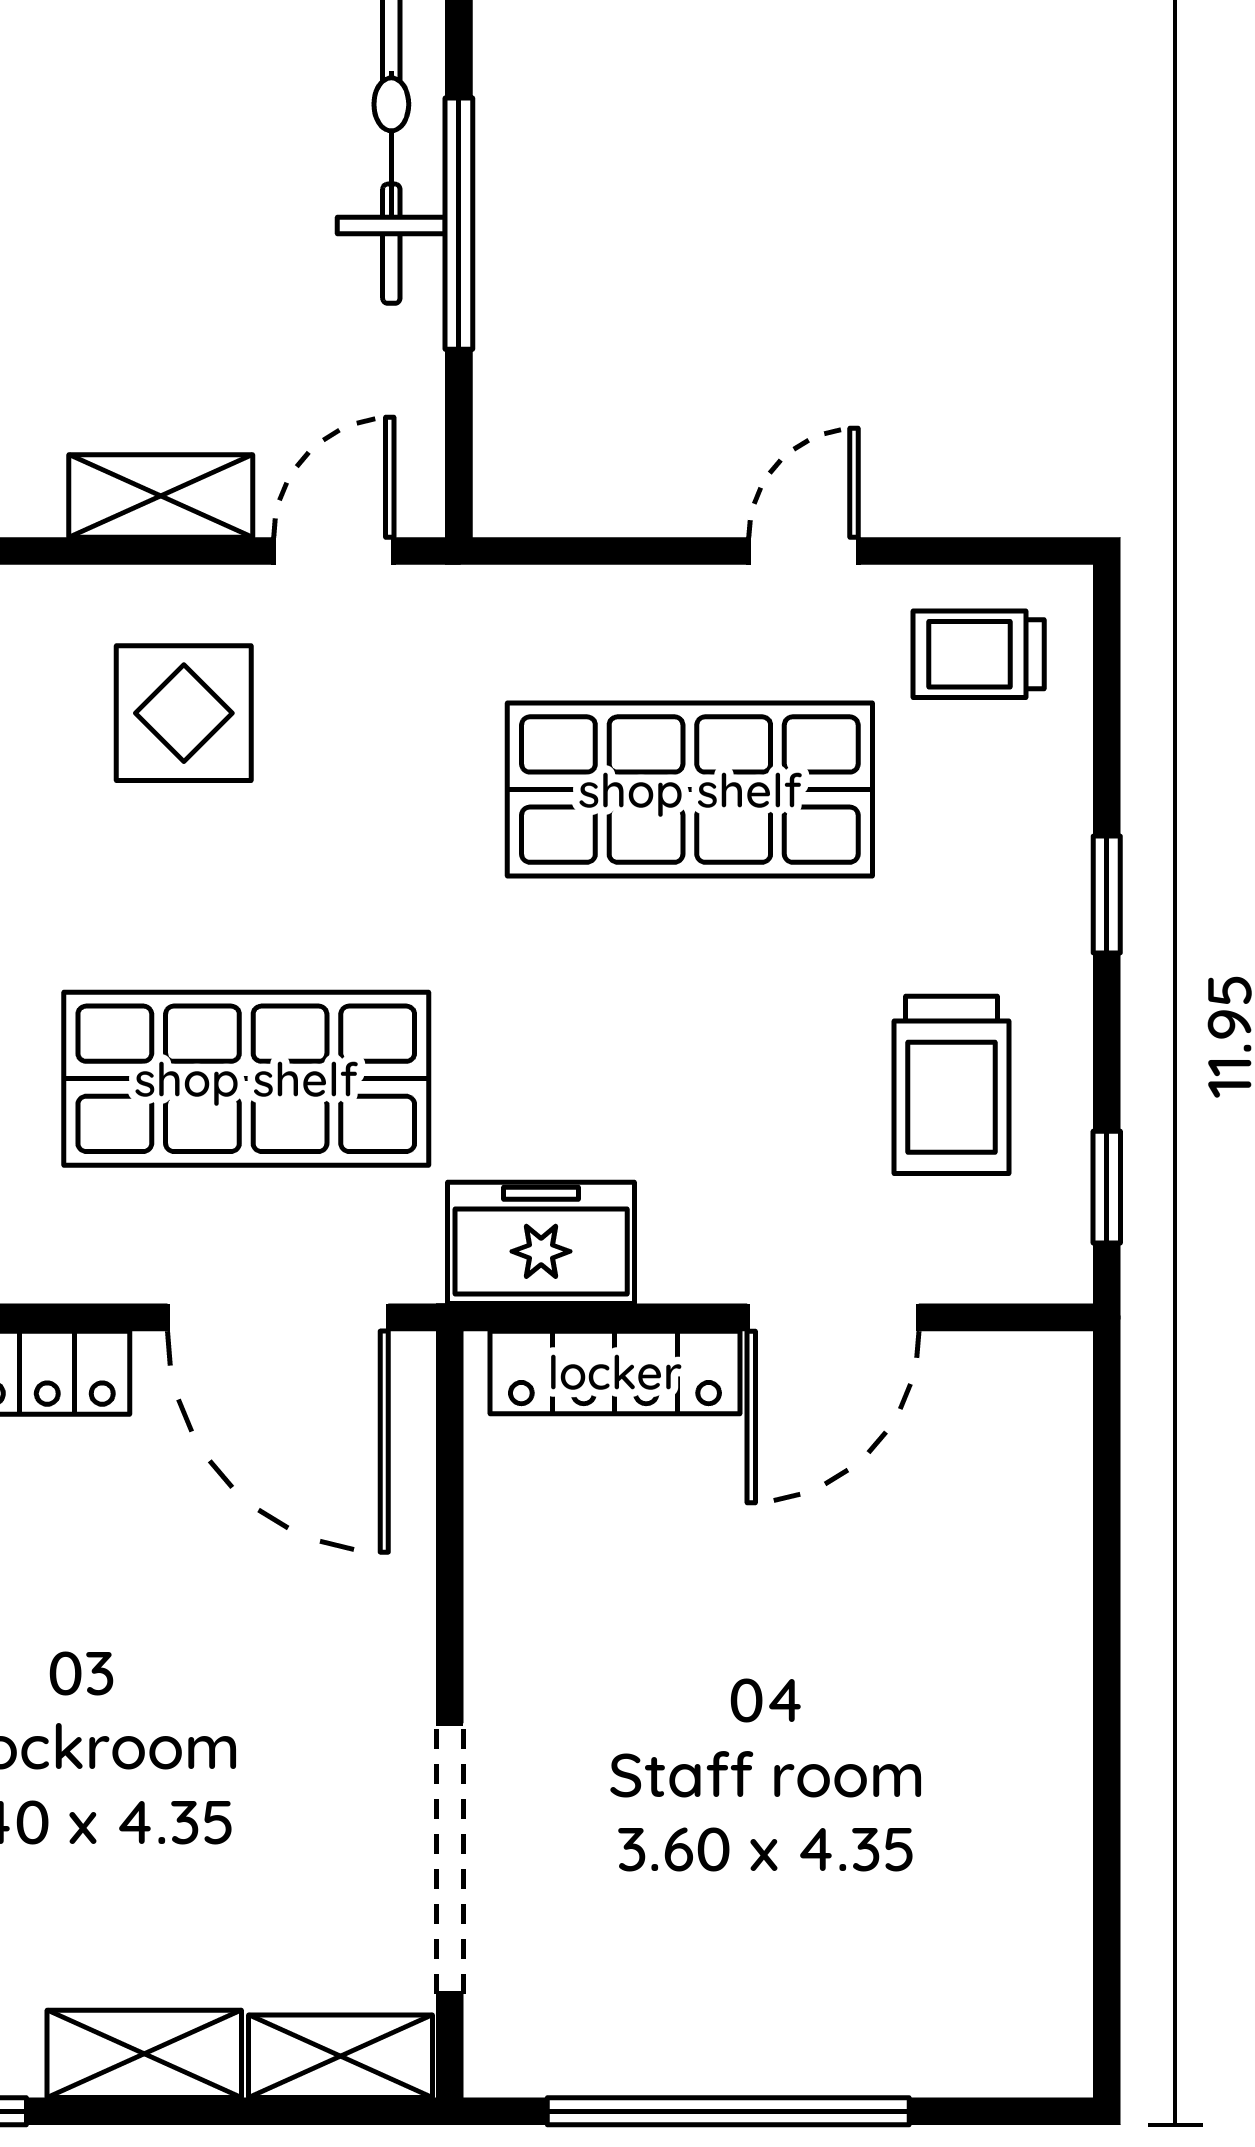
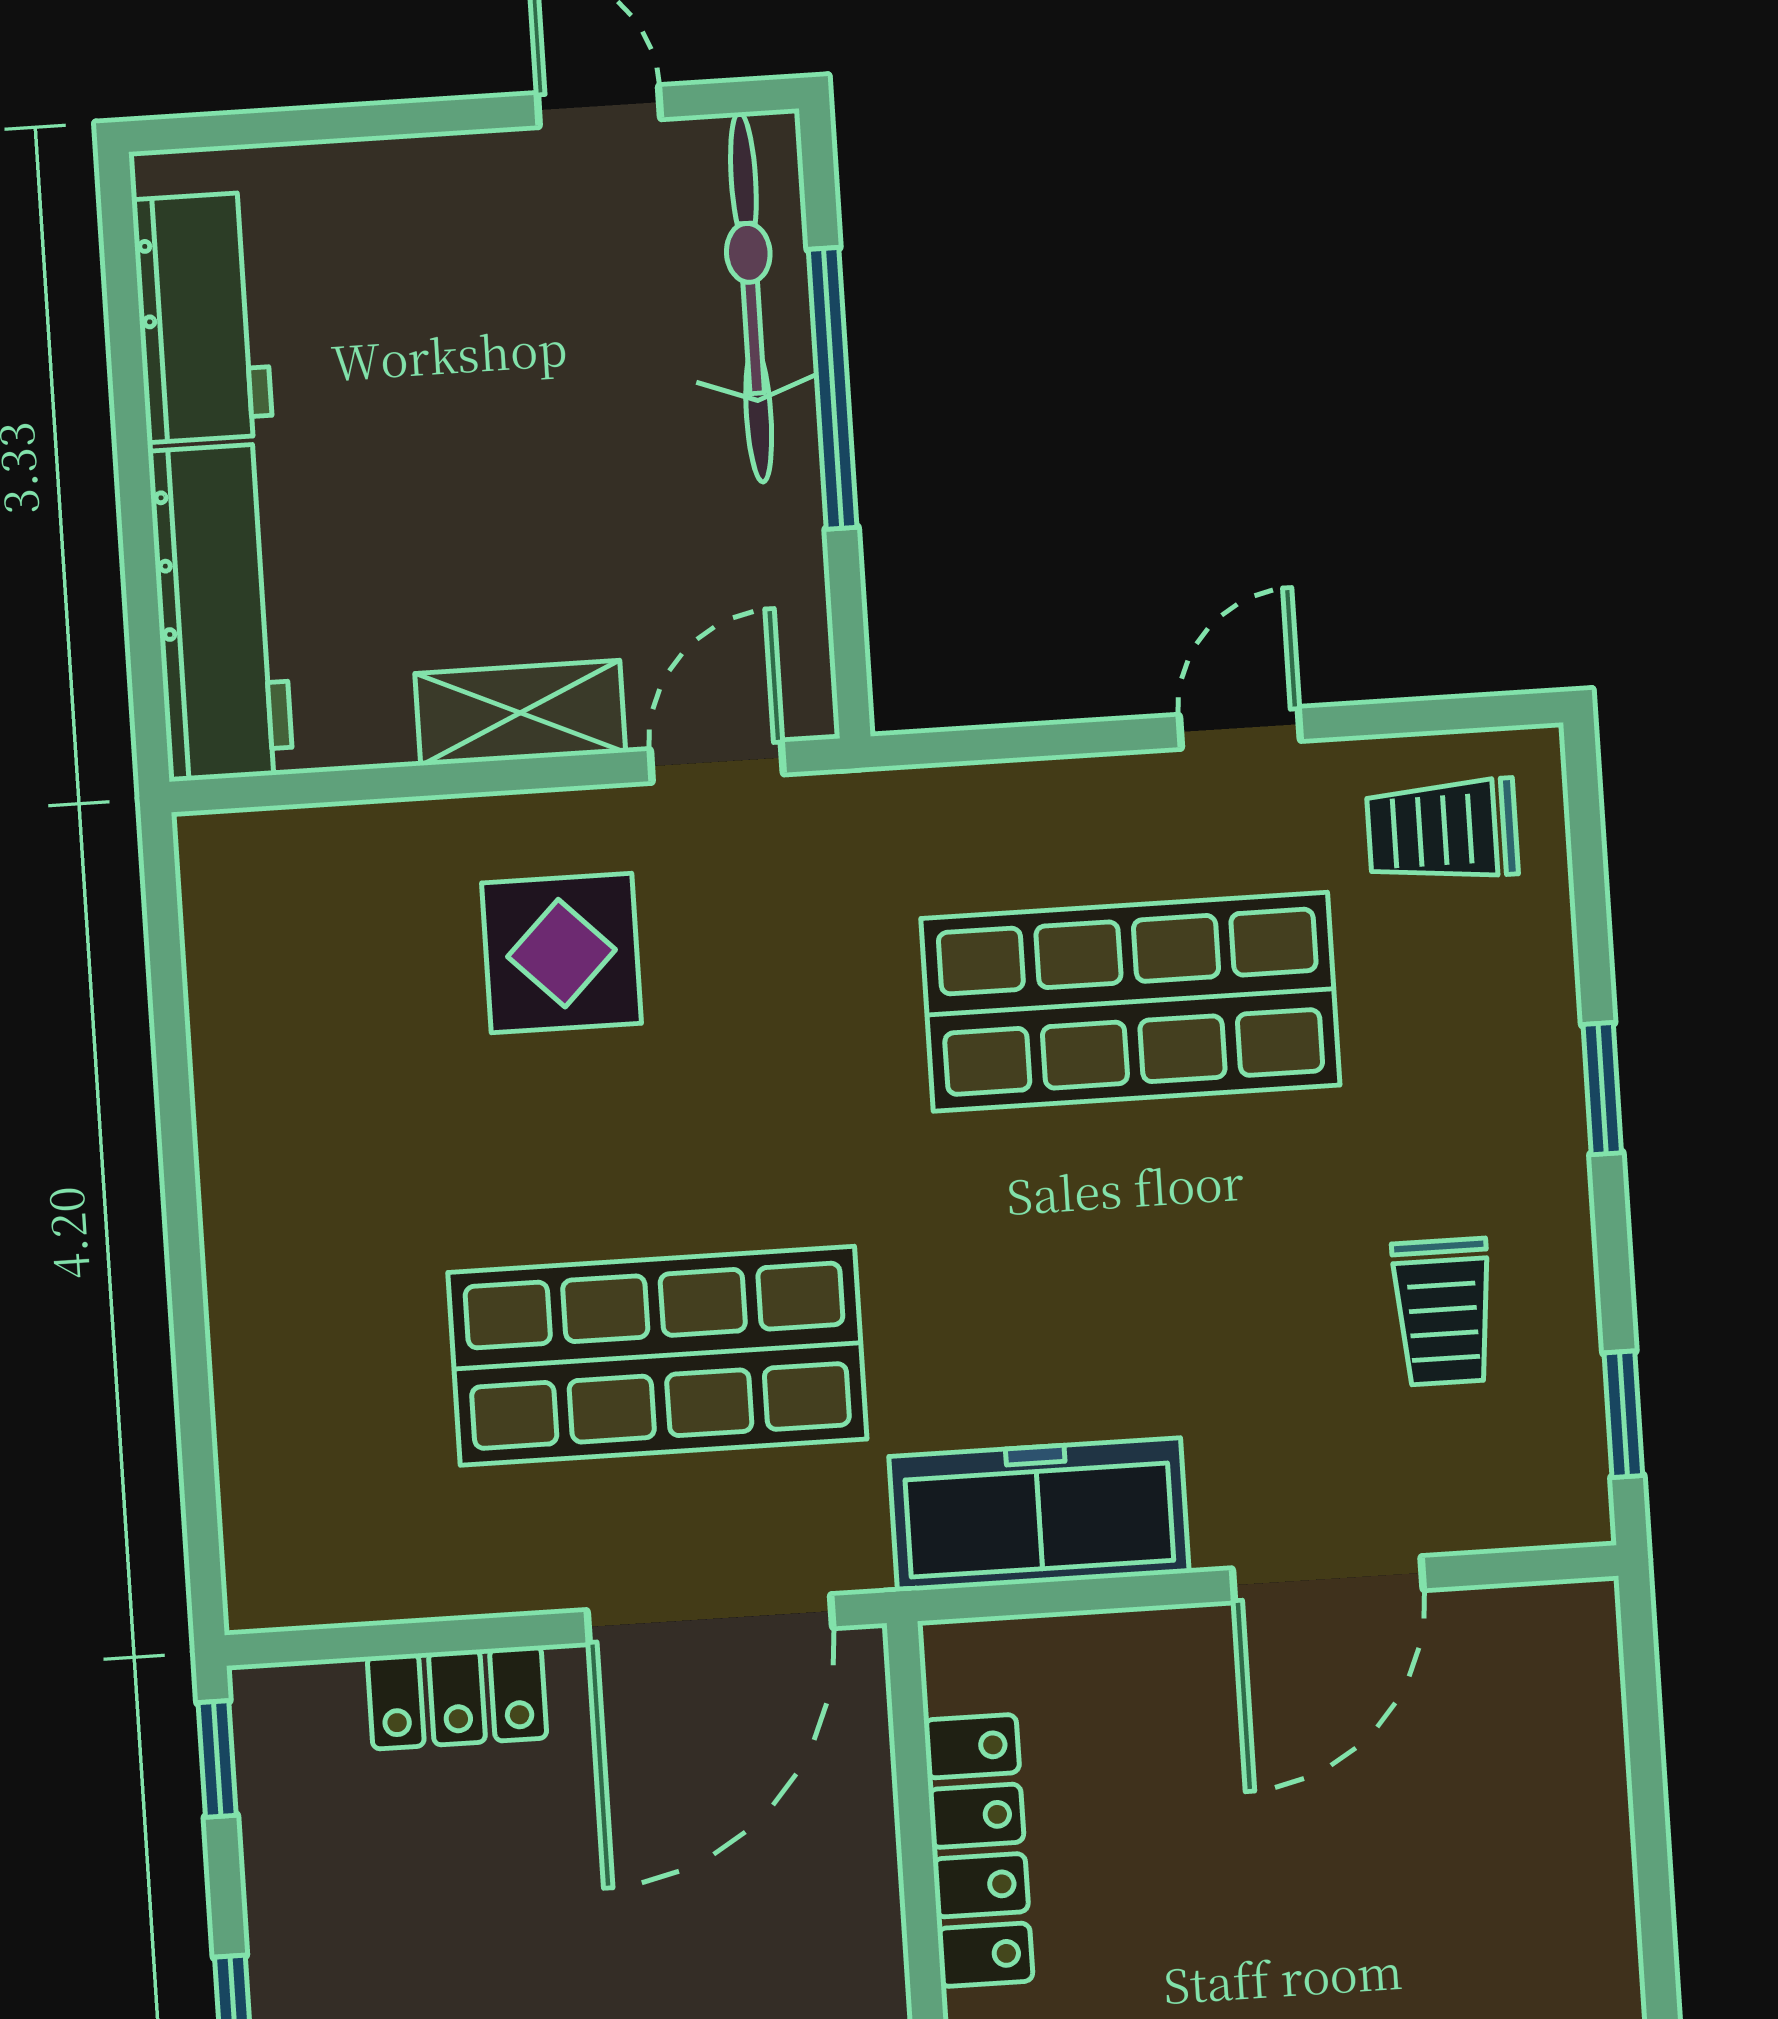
trolley: (951, 1085) -> (1443, 1312), width x0.73, depth x0.72
freezer: (541, 1243) -> (1039, 1515), width x1.40
door: (278, 1317) -> (710, 1619), hinge flipped
locker: (615, 1372) -> (978, 1851), moved, turned -90

